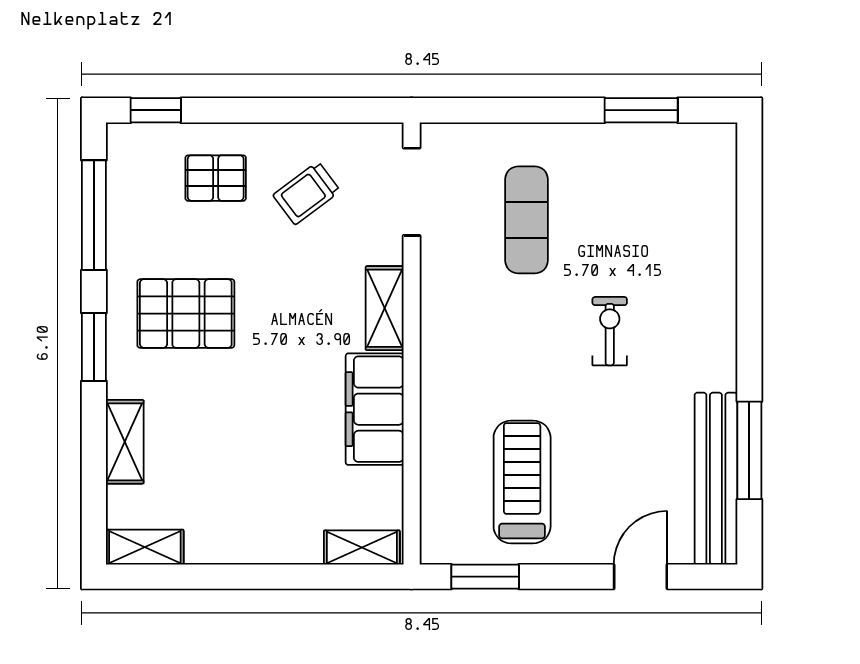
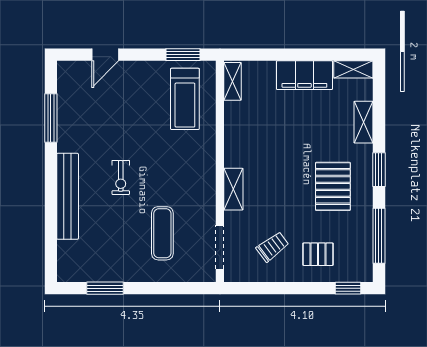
pallet: (186, 314) -> (333, 186), turned 90
filing cabinet: (375, 409) -> (304, 75), moved, turned 90
bench: (716, 479) -> (68, 196), moved
treadmill: (522, 482) -> (185, 99), moved
shelving: (362, 547) -> (233, 81), moved, turned 90

